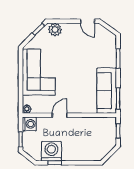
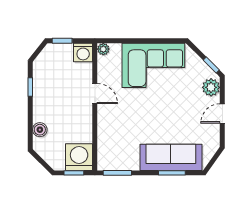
door: (88, 21) -> (222, 113), moved
sofa: (107, 91) -> (171, 157), moved
washing machine: (51, 151) -> (79, 157), moved, turned -90
boiler: (86, 156) -> (40, 130), added

